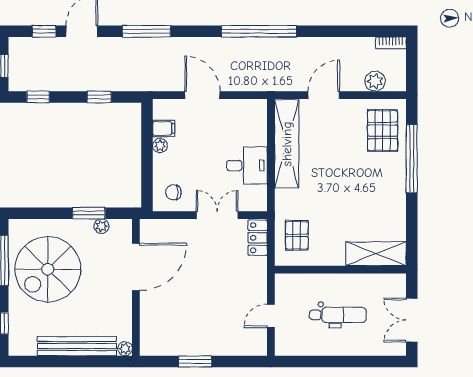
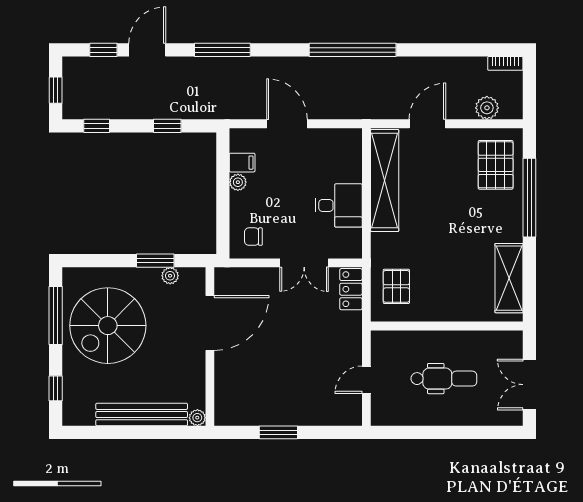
double door: (217, 215) -> (304, 263), swing flipped
shelving: (376, 254) -> (509, 278), moved, turned 90

